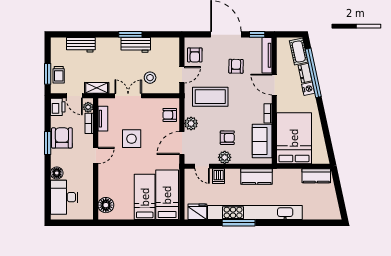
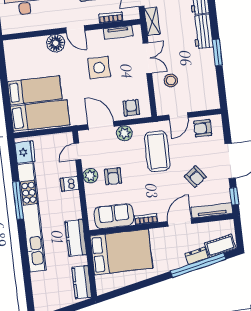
workbench: (136, 45) -> (203, 31), moved
armchair: (236, 66) -> (195, 177), turned 52
door: (182, 75) -> (178, 116), hinge flipped
nightstand: (308, 89) -> (179, 261), removed
plant: (88, 107) -> (129, 14), removed
dishwasher: (219, 176) -> (70, 184), moved
kitchen counter: (257, 176) -> (76, 238), moved
floor lamp: (106, 205) -> (56, 43), moved

